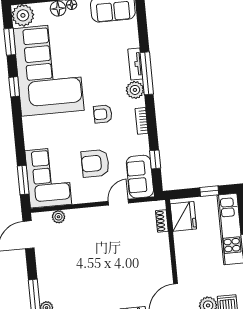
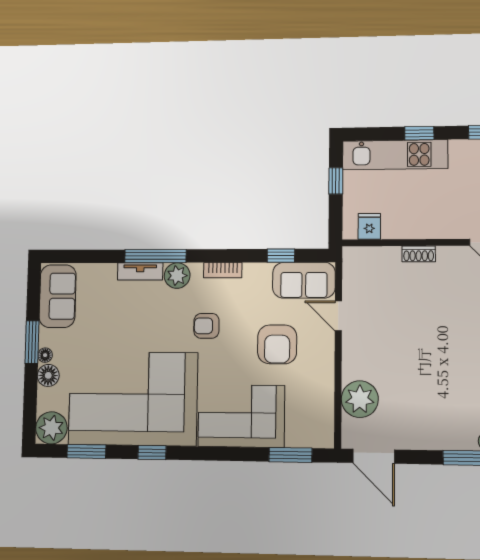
armchair: (103, 114) -> (206, 326), turned 90
corner sofa: (48, 177) -> (241, 416), moved
fridge: (183, 216) -> (369, 226), width x0.53, depth x0.75
plant: (58, 217) -> (360, 399), width x1.87, depth x1.87
shoe rack: (162, 221) -> (419, 254), moved

